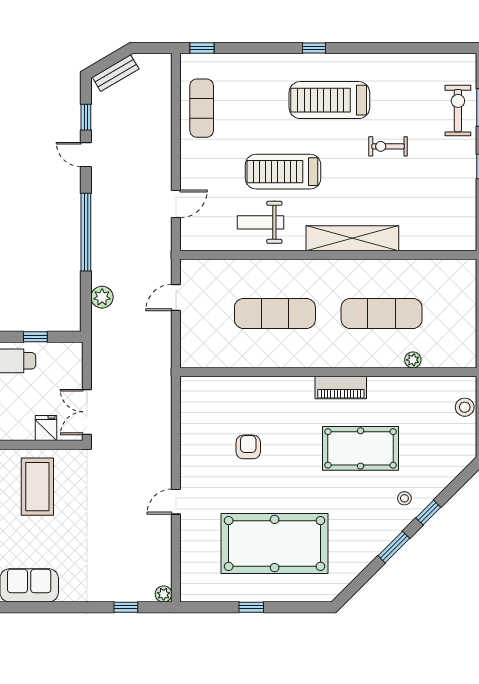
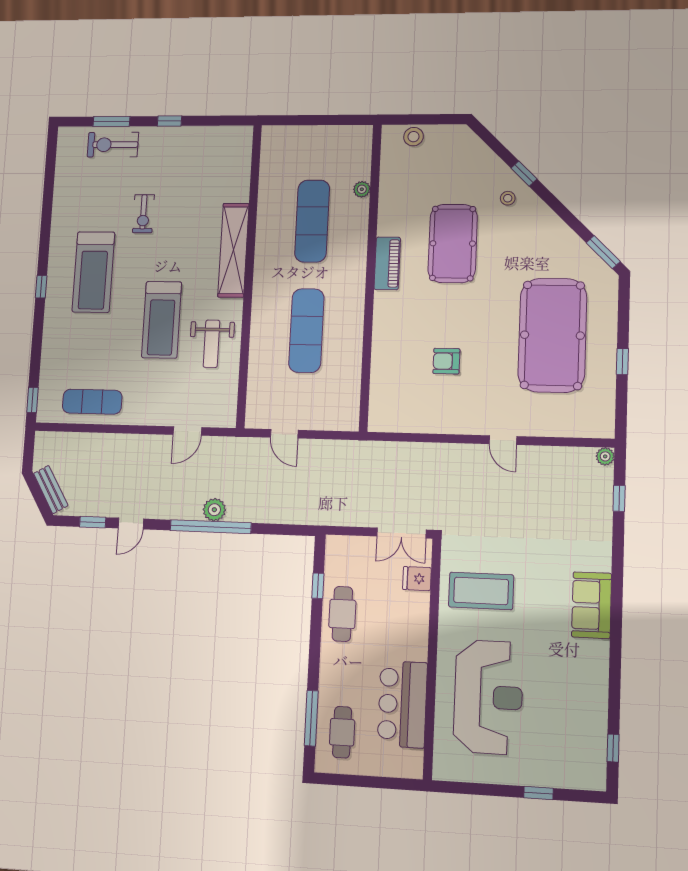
door: (176, 204) -> (187, 431), swing flipped
plant: (102, 297) -> (214, 510), moved
window: (394, 547) -> (603, 252), moved

